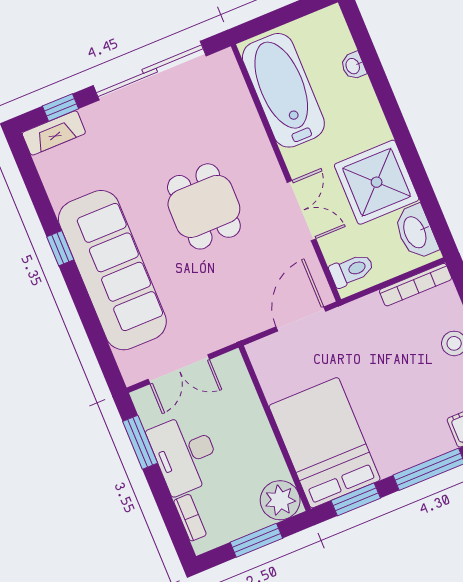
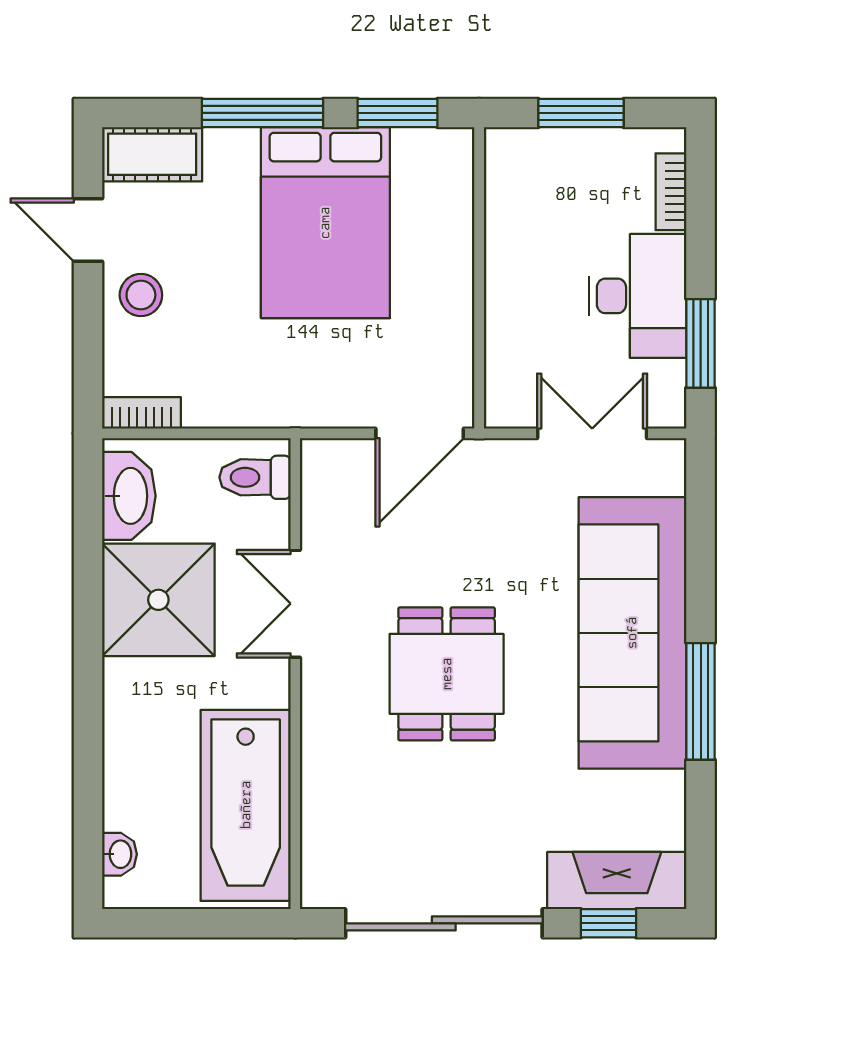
washbasin: (353, 66) -> (119, 854), moved
fireplace: (54, 133) -> (617, 881), width x1.37, depth x1.32
window: (60, 248) -> (701, 701), width x2.17
bookcase: (415, 285) -> (141, 413), width x0.64
door: (301, 319) -> (420, 433), moved
bed: (325, 443) -> (325, 223), moved
plant: (280, 500) -> (517, 161), removed

